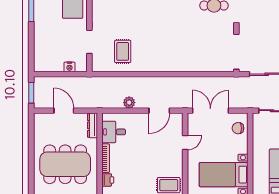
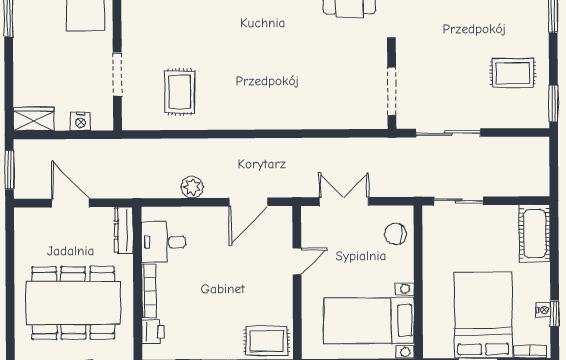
doorway: (236, 52) -> (392, 91), width x0.73
wardrobe: (44, 66) -> (34, 119), added
double door: (210, 111) -> (344, 201), width x0.73

